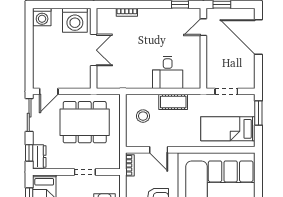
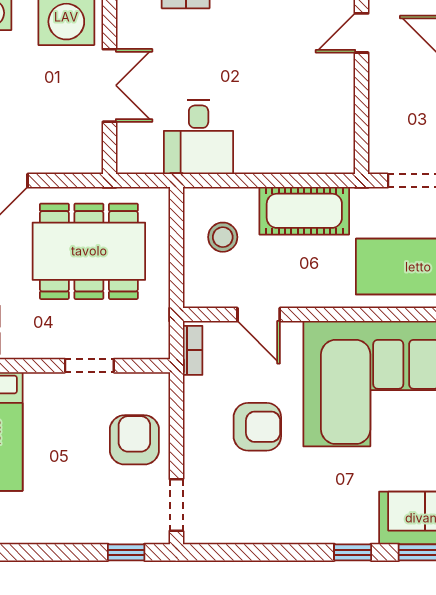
desk: (168, 72) -> (199, 137), moved
cot: (173, 102) -> (304, 211), width x1.37, depth x1.34

